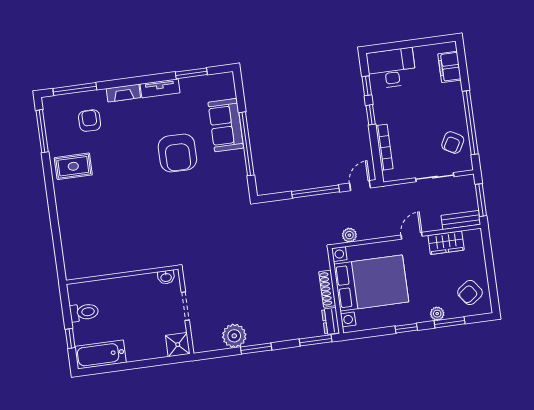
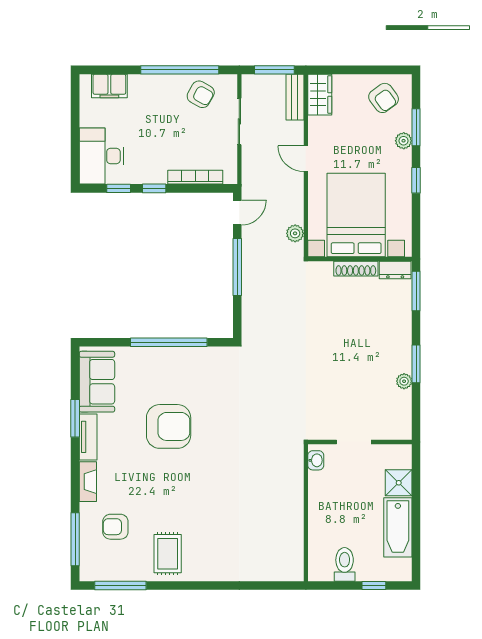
window: (191, 73) -> (75, 418), moved
sofa: (226, 125) -> (97, 382), moved, turned -90
door: (360, 186) -> (237, 213), swing flipped
wardrobe: (446, 243) -> (320, 95), moved
plant: (234, 336) -> (404, 381), width x0.53, depth x0.53
shower: (178, 345) -> (399, 483), moved
bathtub: (101, 354) -> (398, 527), moved

